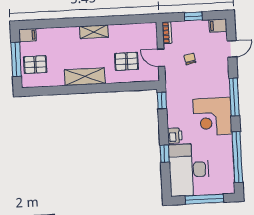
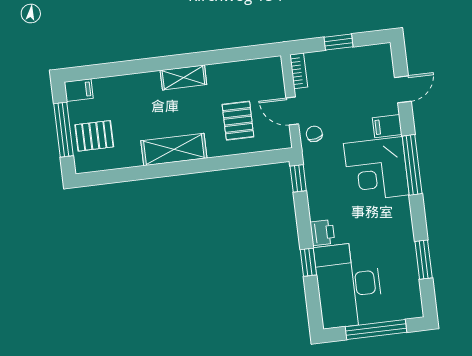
filing cabinet: (218, 26) -> (387, 126), moved
chair: (190, 59) -> (314, 134), moved
pallet: (126, 61) -> (238, 121), turned 90
corner desk: (212, 116) -> (376, 169), moved
window: (237, 157) -> (424, 260), width x0.47

